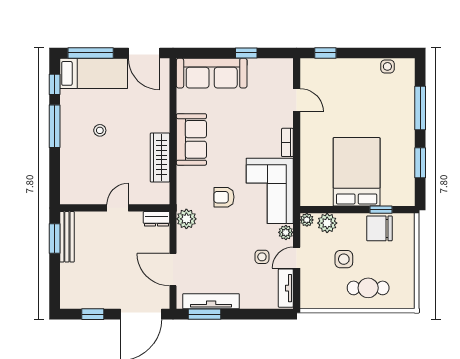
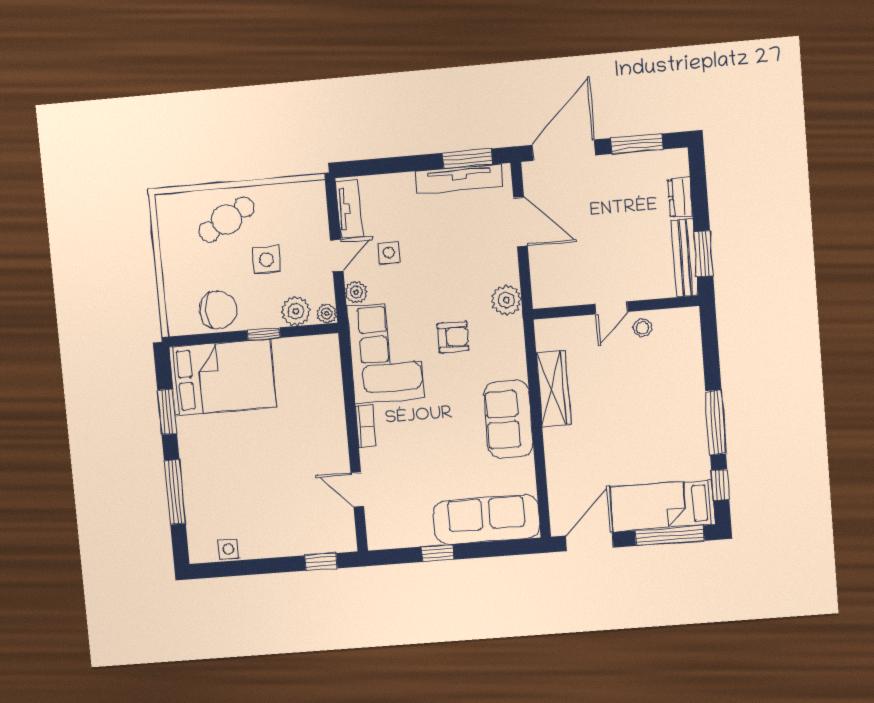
door: (144, 53) -> (590, 542), hinge flipped
stool: (100, 130) -> (643, 328), moved
bed: (357, 172) -> (222, 377), moved, turned -90
window: (381, 210) -> (264, 334), moved
dresser: (156, 219) -> (680, 198), moved, turned -90
cafe table: (368, 288) -> (227, 220), turned -30
window: (93, 314) -> (637, 144), width x1.50

